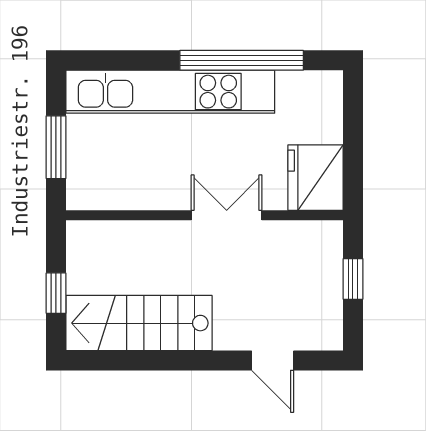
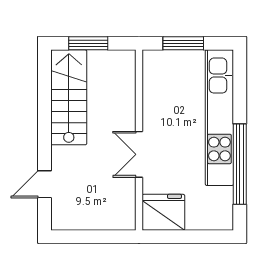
double door: (227, 215) -> (139, 154), swing flipped
window: (353, 279) -> (98, 237), removed
window: (56, 293) -> (88, 43), width x1.50

